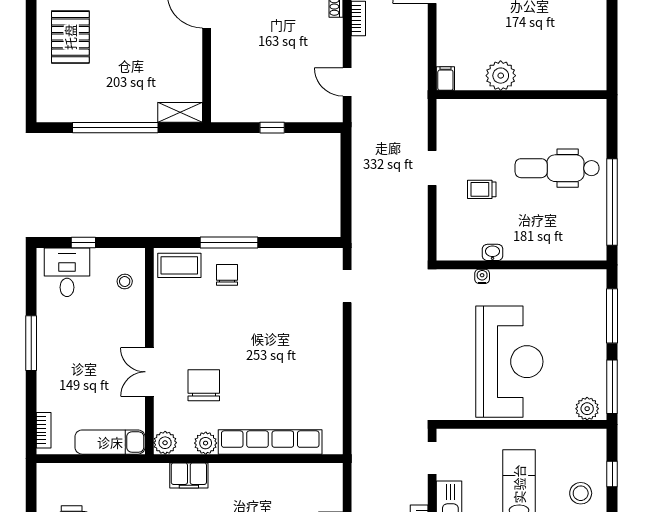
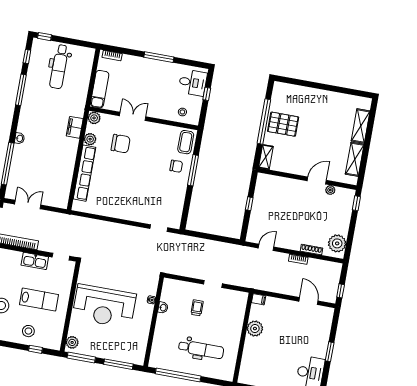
pallet: (70, 37) -> (283, 124), moved
dental chair: (557, 168) -> (201, 349), turned 90

